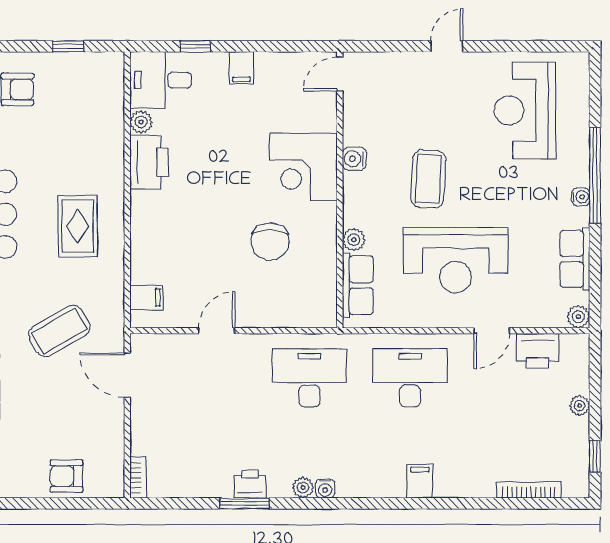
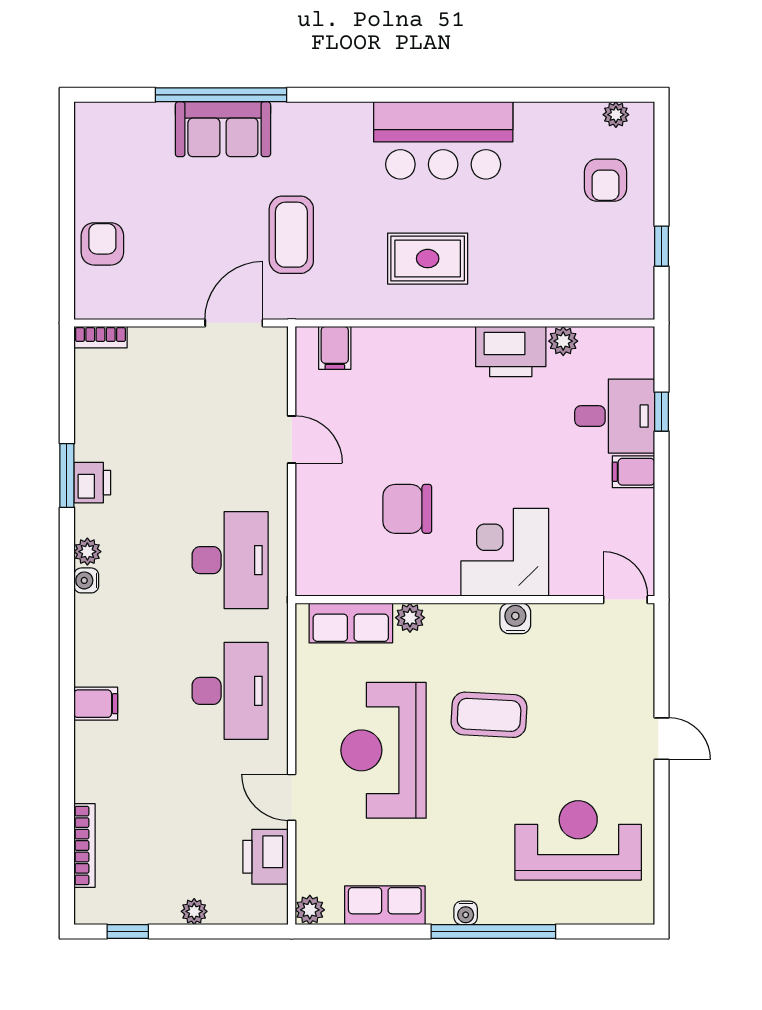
desk: (161, 80) -> (615, 416), moved, turned 90
coffee table: (59, 331) -> (291, 235), turned 30

